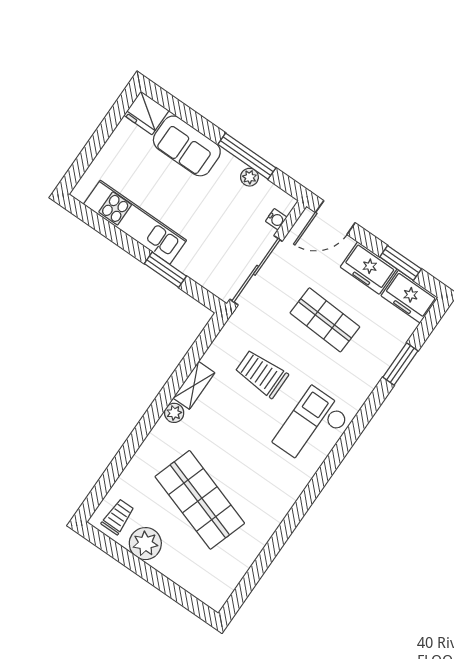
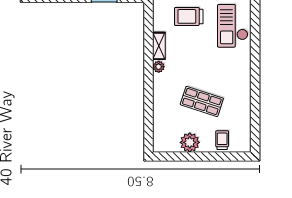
shop shelf: (200, 500) -> (202, 101), width x0.70, depth x0.74
trolley: (118, 517) -> (222, 140), moved

